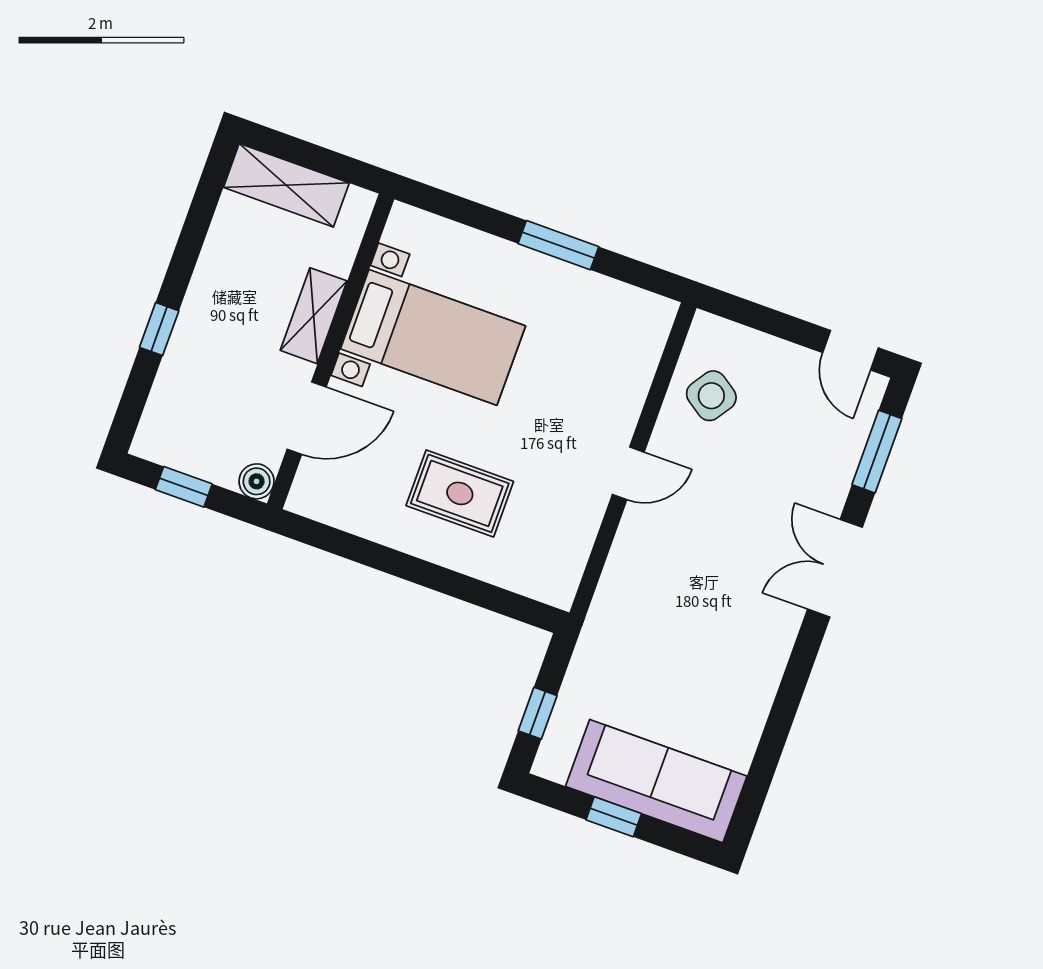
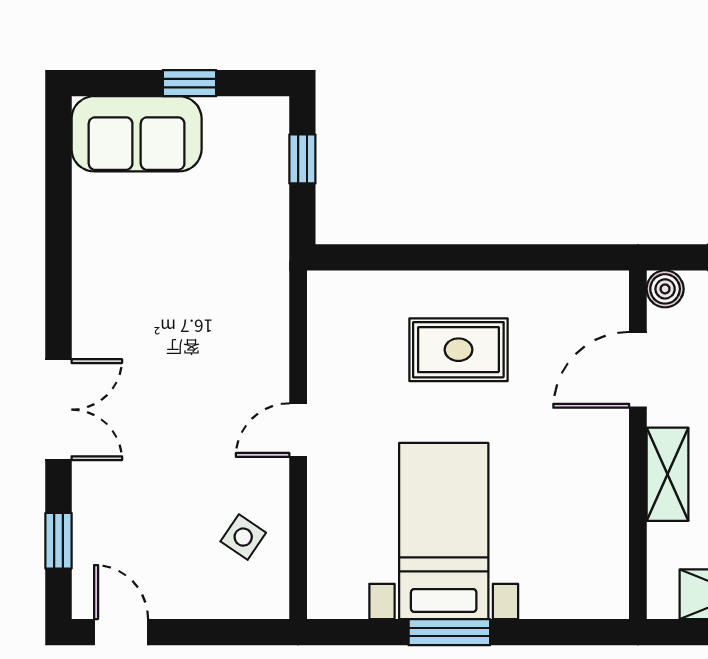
bed with nightstands: (433, 337) -> (444, 531), moved, turned 90
side table: (711, 396) -> (243, 537), width x0.73, depth x0.73
window: (877, 452) -> (58, 541), width x0.67
sofa: (656, 781) -> (137, 134), width x0.73

